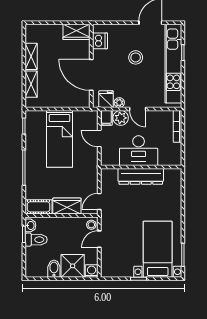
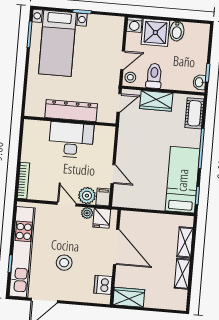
bed: (60, 139) -> (182, 180), moved
desk: (139, 151) -> (71, 140), moved
wall: (141, 167) -> (70, 121), moved
dresser: (141, 176) -> (71, 111), moved
cot: (39, 207) -> (194, 113), moved, turned 90
toilet: (36, 240) -> (154, 76), moved, turned 90

